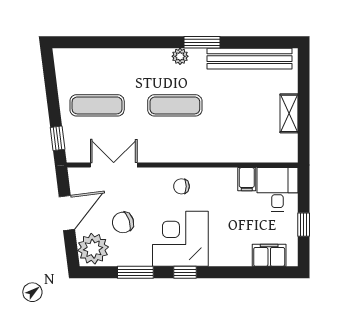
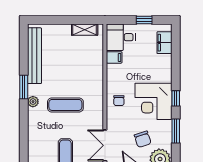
exercise mat: (175, 105) -> (65, 105), turned 90
shelving: (289, 113) -> (85, 30), moved

